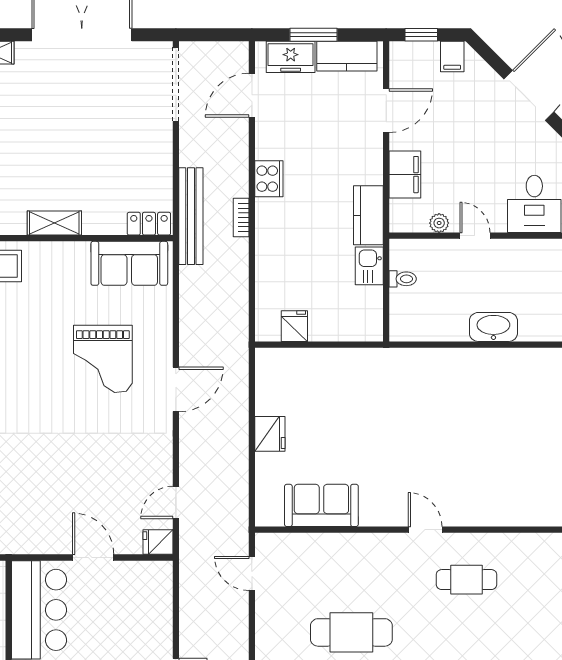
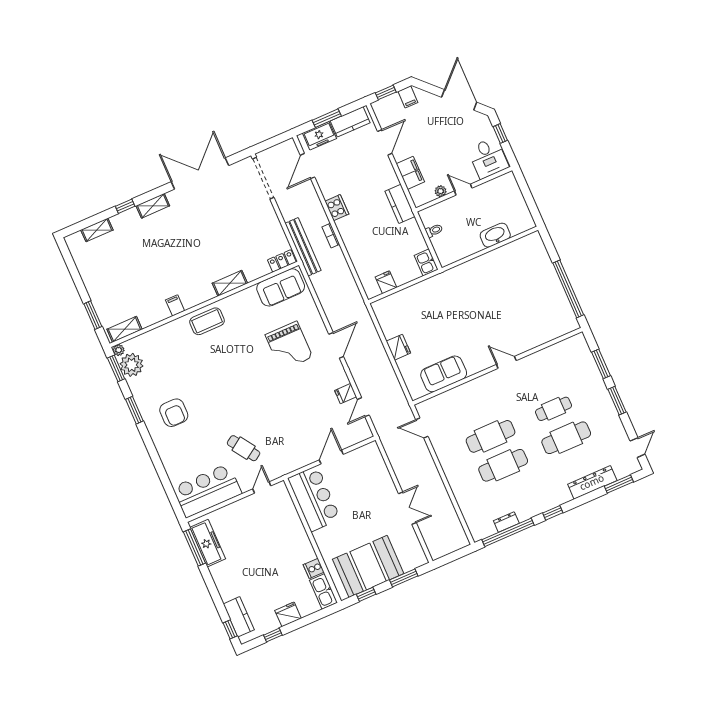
kitchen sink: (369, 266) -> (426, 262), moved
fridge: (158, 542) -> (346, 394), moved
door: (93, 558) -> (331, 457), hinge flipped
cafe table: (467, 580) -> (554, 409), moved

